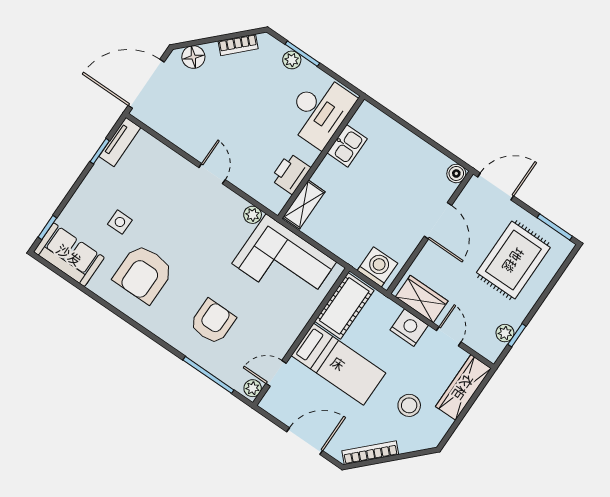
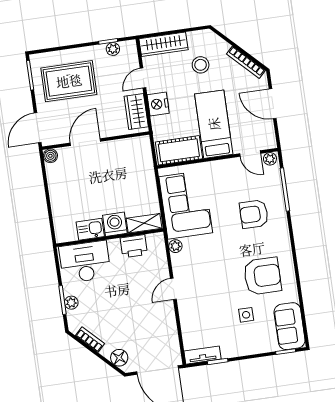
door: (496, 186) -> (38, 128), hinge flipped
washing machine: (377, 267) -> (115, 224), moved, turned 90

